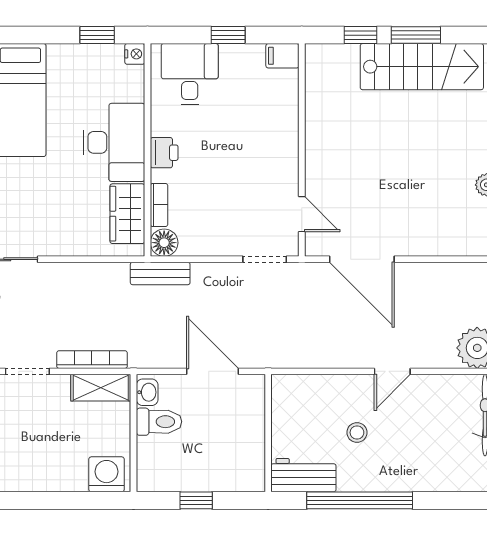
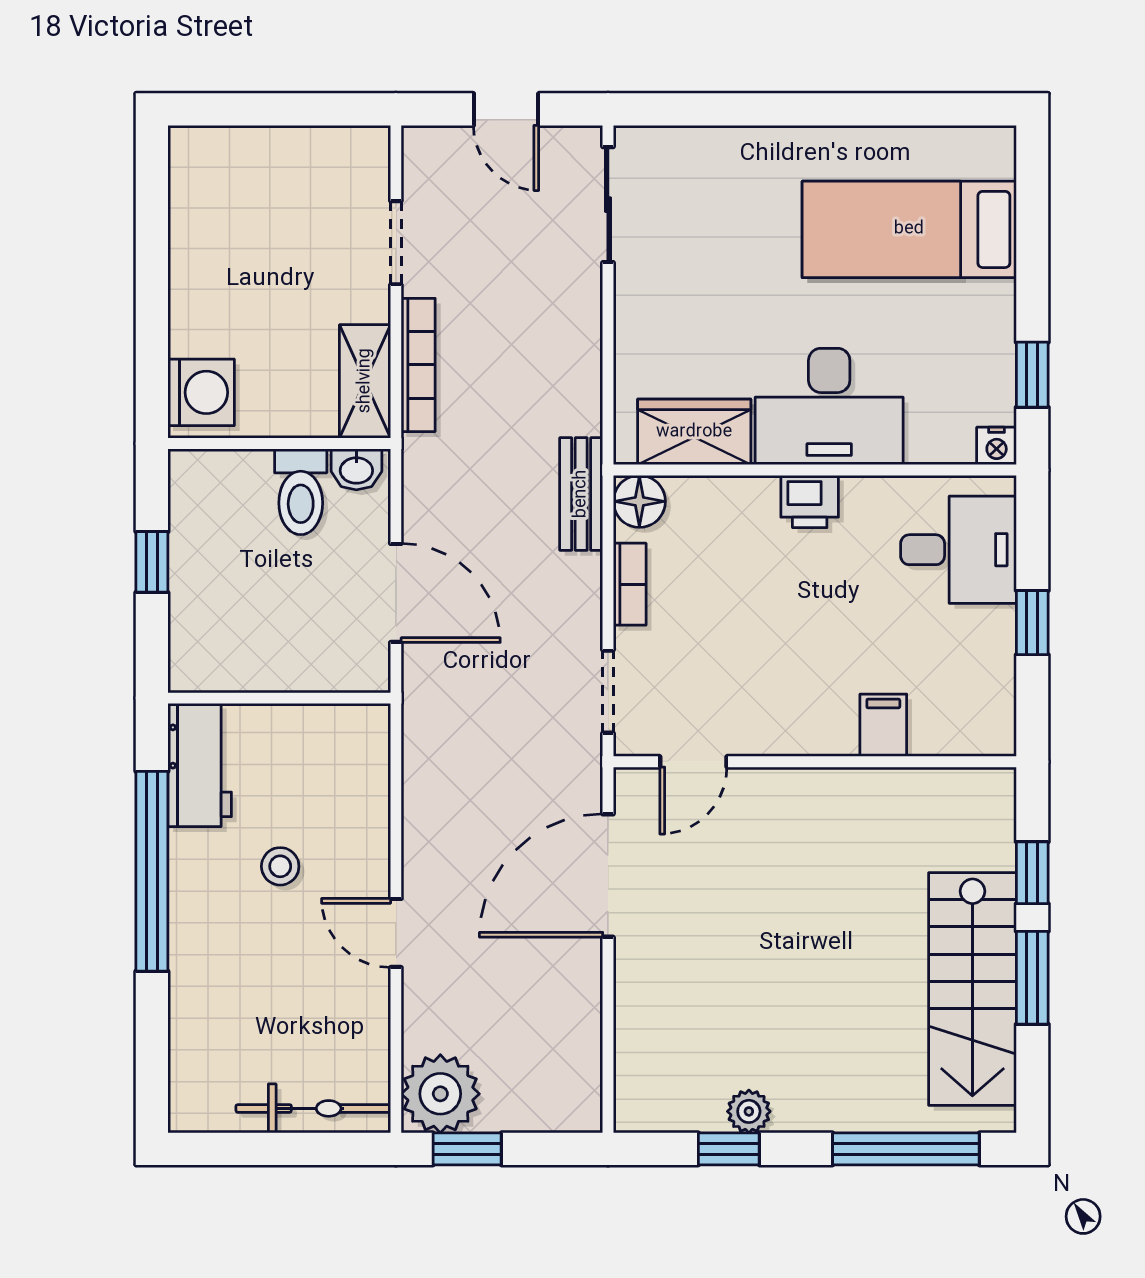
filing cabinet: (282, 56) -> (883, 725), moved
bookcase: (159, 205) -> (630, 584), moved, turned -90
door: (213, 371) -> (396, 593), hinge flipped

